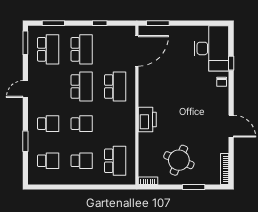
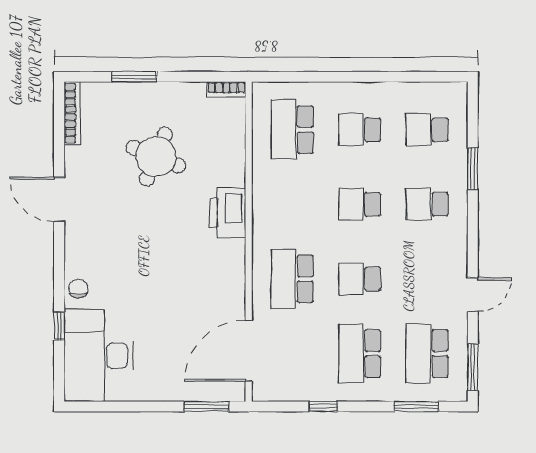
school desk: (82, 87) -> (360, 279), width x0.54
door: (25, 89) -> (473, 295), moved
round table: (179, 160) -> (156, 157), moved

